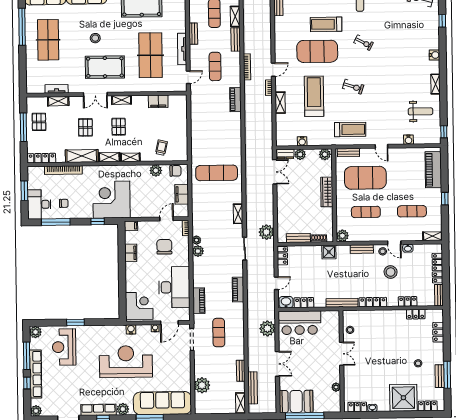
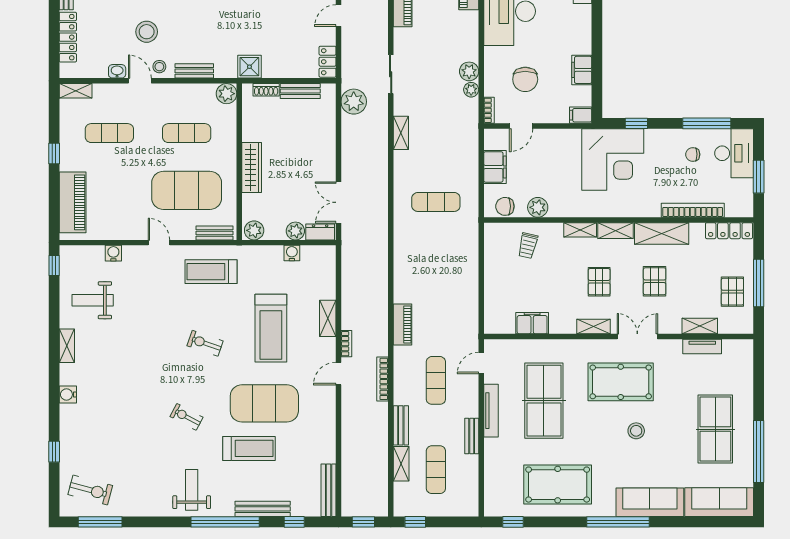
exercise mat: (217, 173) -> (436, 202), width x0.73, depth x0.69

